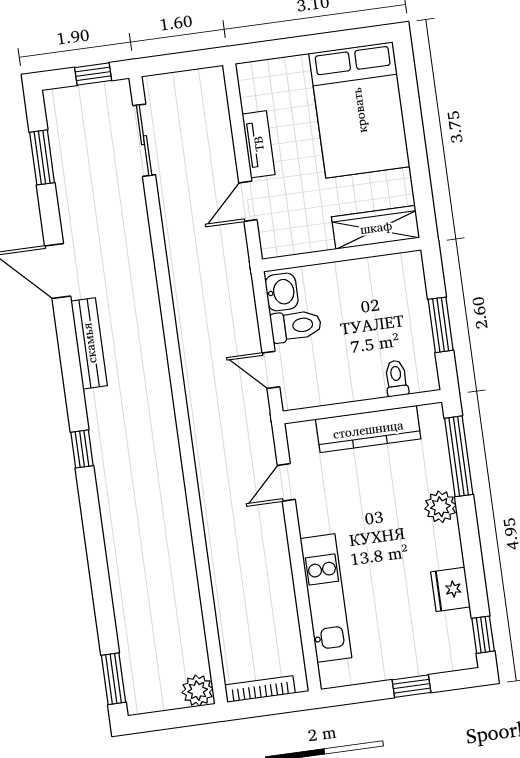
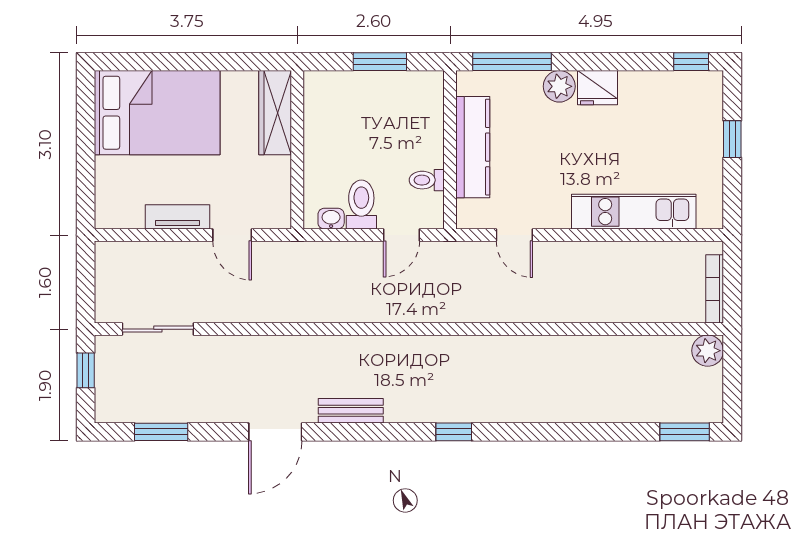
washbasin: (282, 292) -> (331, 219), width x0.72, depth x0.69
bench: (89, 343) -> (351, 411), width x0.73
toilet: (396, 378) -> (427, 180), moved
fridge: (450, 589) -> (597, 88), moved

